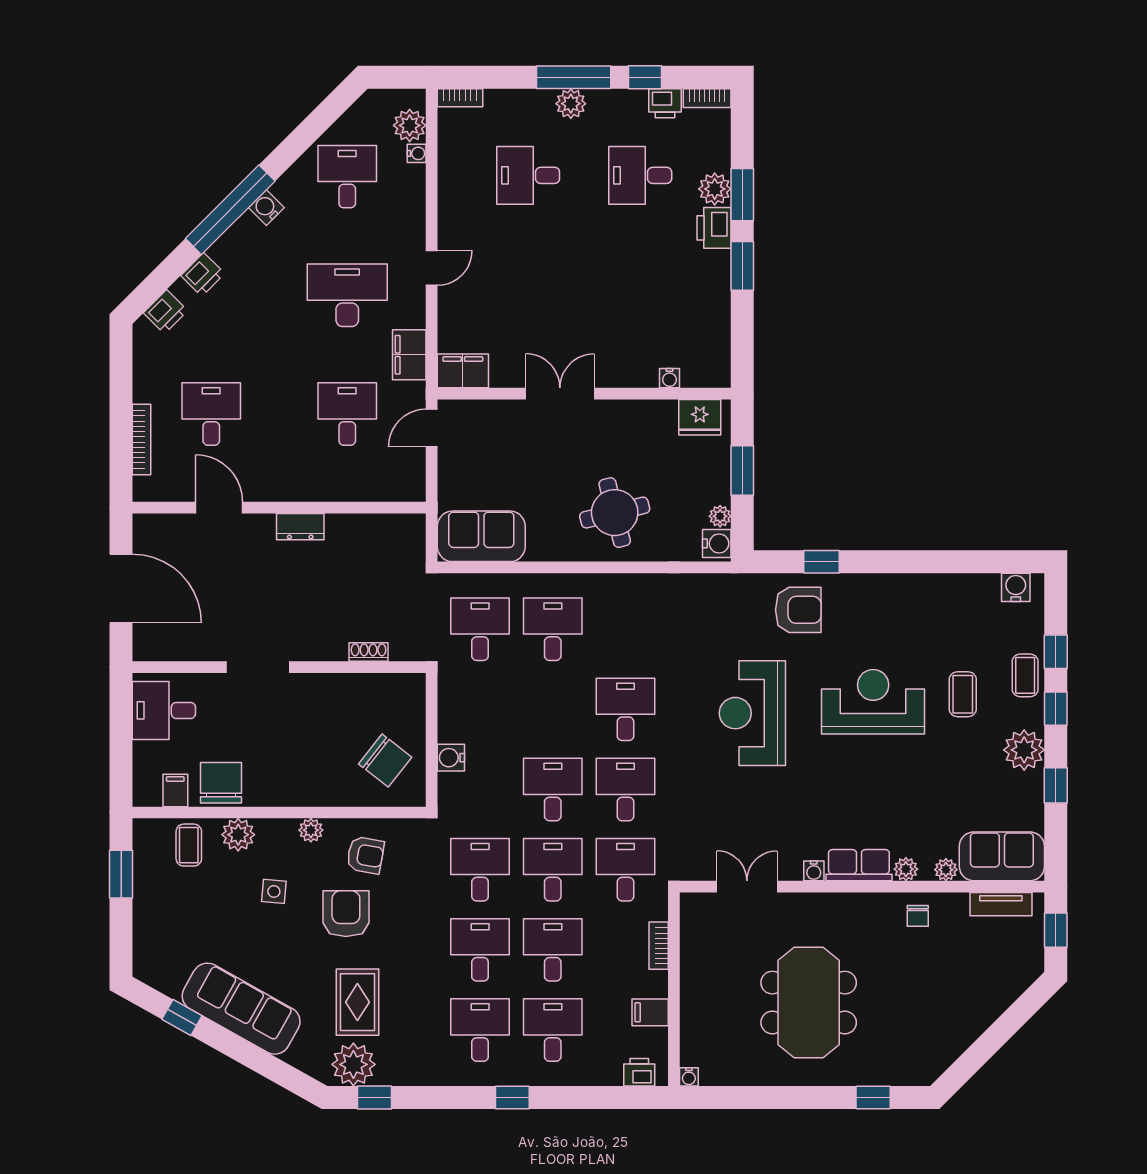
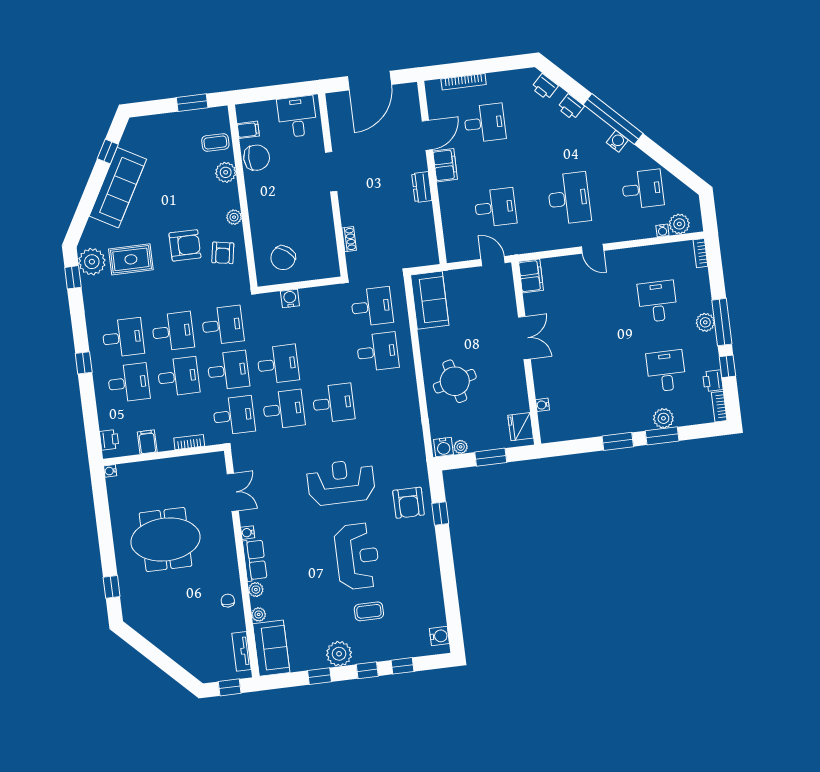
printer: (714, 228) -> (639, 421), removed
filing cabinet: (409, 355) -> (445, 165), moved, turned 90
coffee table: (1025, 675) -> (385, 649), removed
side table: (274, 891) -> (193, 199), removed
chair: (918, 916) -> (228, 601), turned 90

